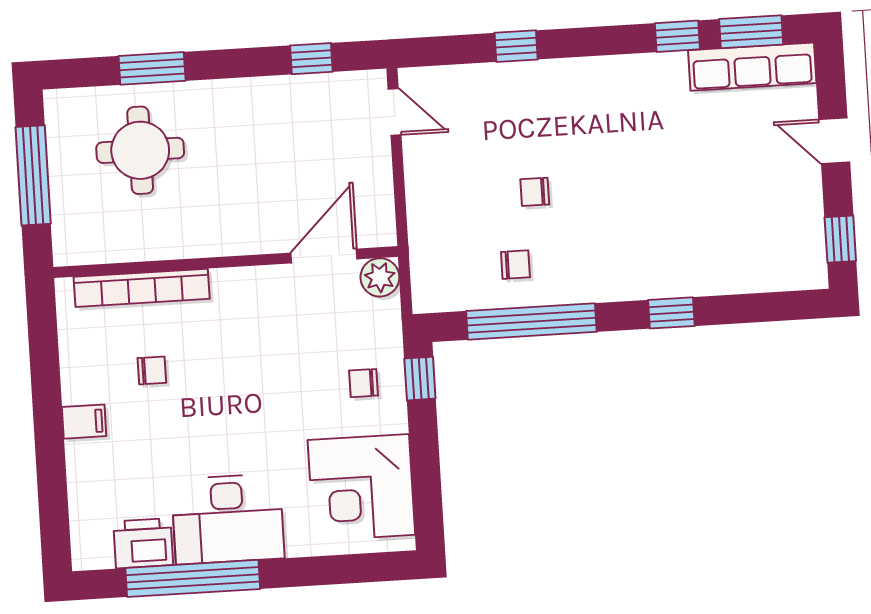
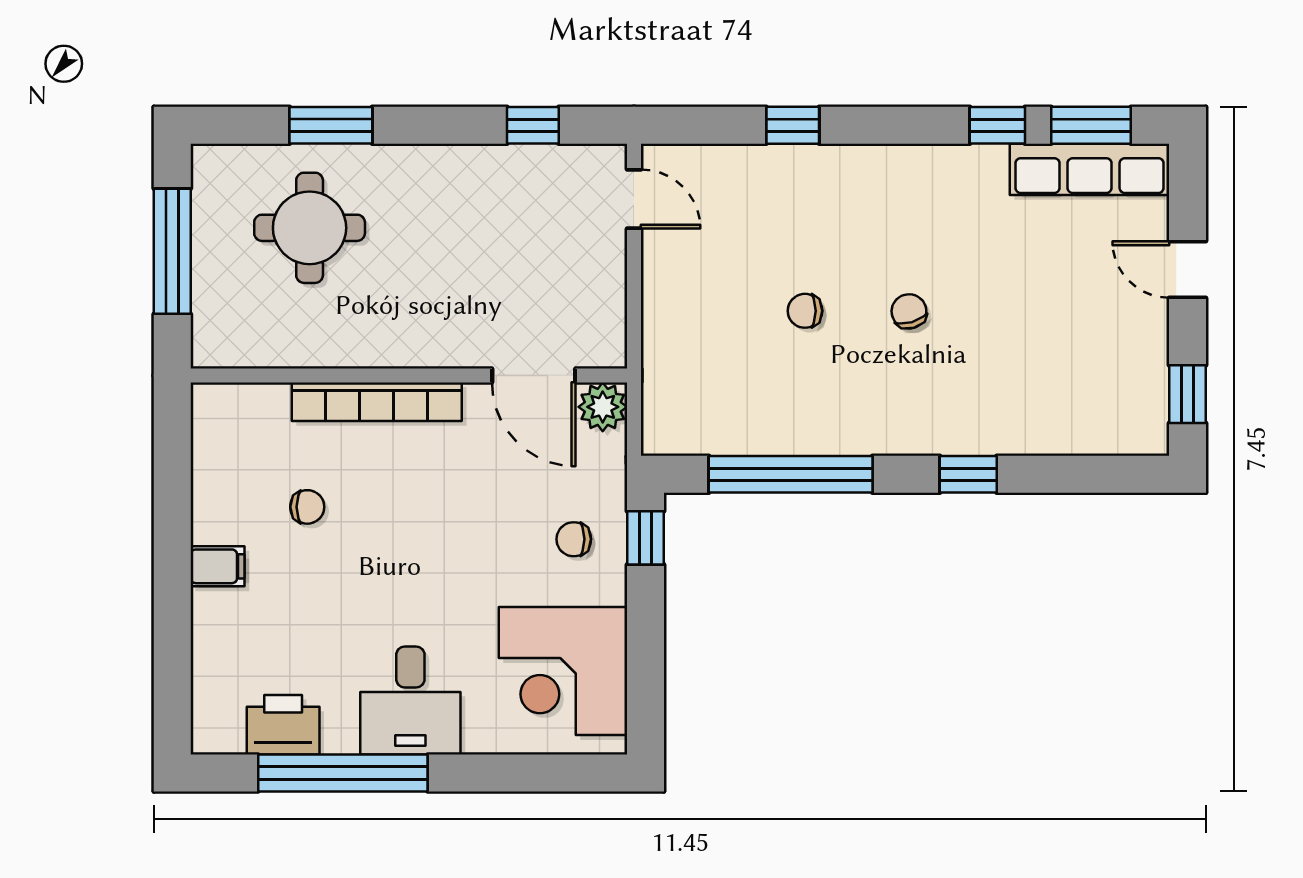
door: (324, 256) -> (534, 376), swing flipped
chair: (515, 265) -> (909, 311), moved, turned -106
bookcase: (142, 288) -> (377, 402), moved
desk: (228, 519) -> (410, 701), width x0.73

